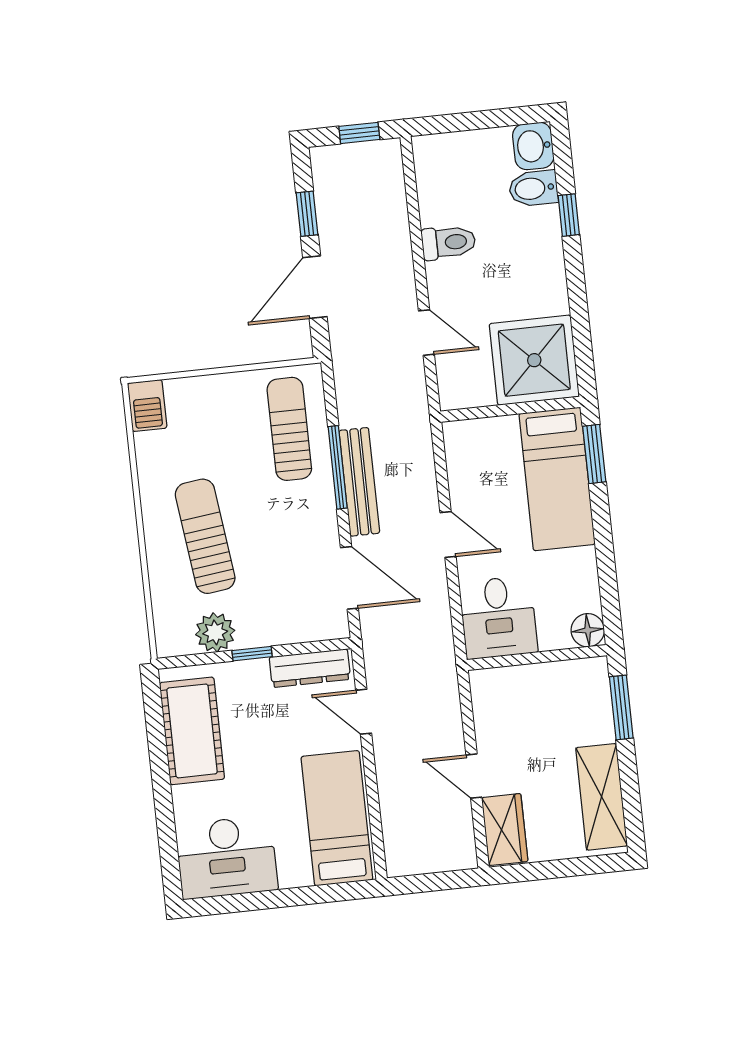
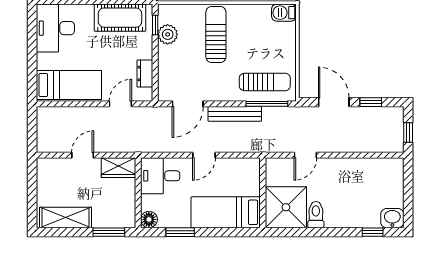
bidet: (533, 188) -> (371, 216), removed
window: (569, 215) -> (373, 232), moved
toilet: (449, 242) -> (316, 215), moved, turned 180
window: (594, 454) -> (180, 232), moved
window: (338, 467) -> (267, 104), moved
sun lounger: (205, 536) -> (216, 34), turned -83
window: (252, 654) -> (155, 25), moved
dresser: (310, 668) -> (145, 74), width x0.70
wardrobe: (505, 830) -> (118, 168), moved

